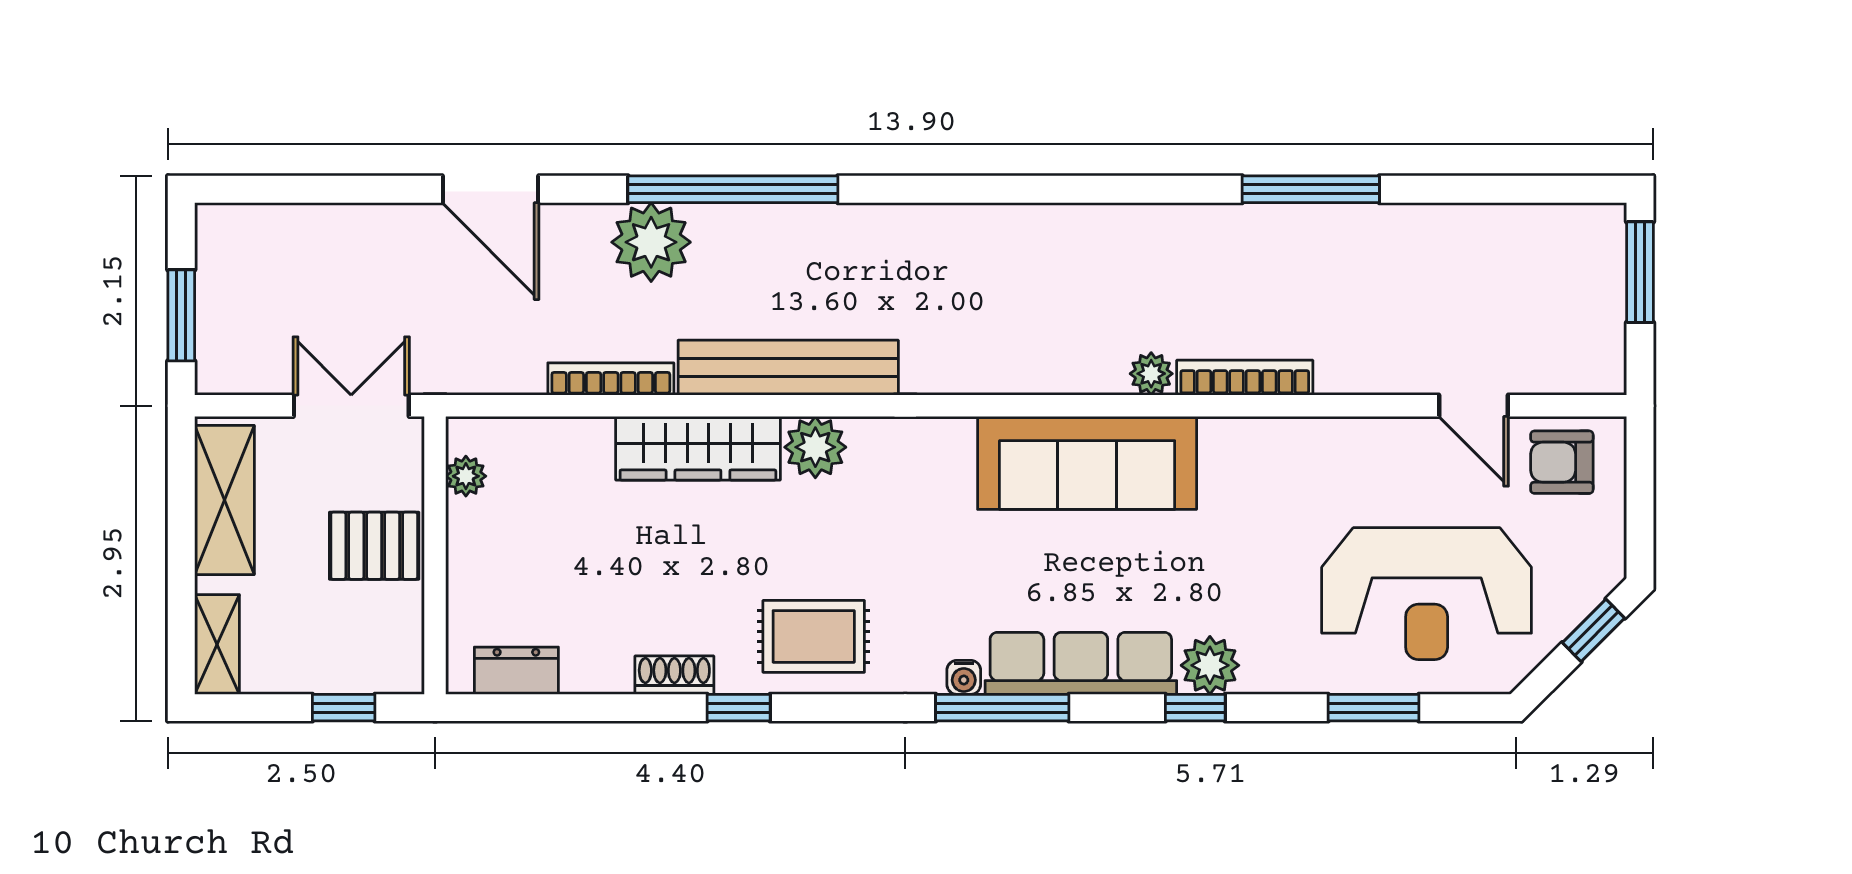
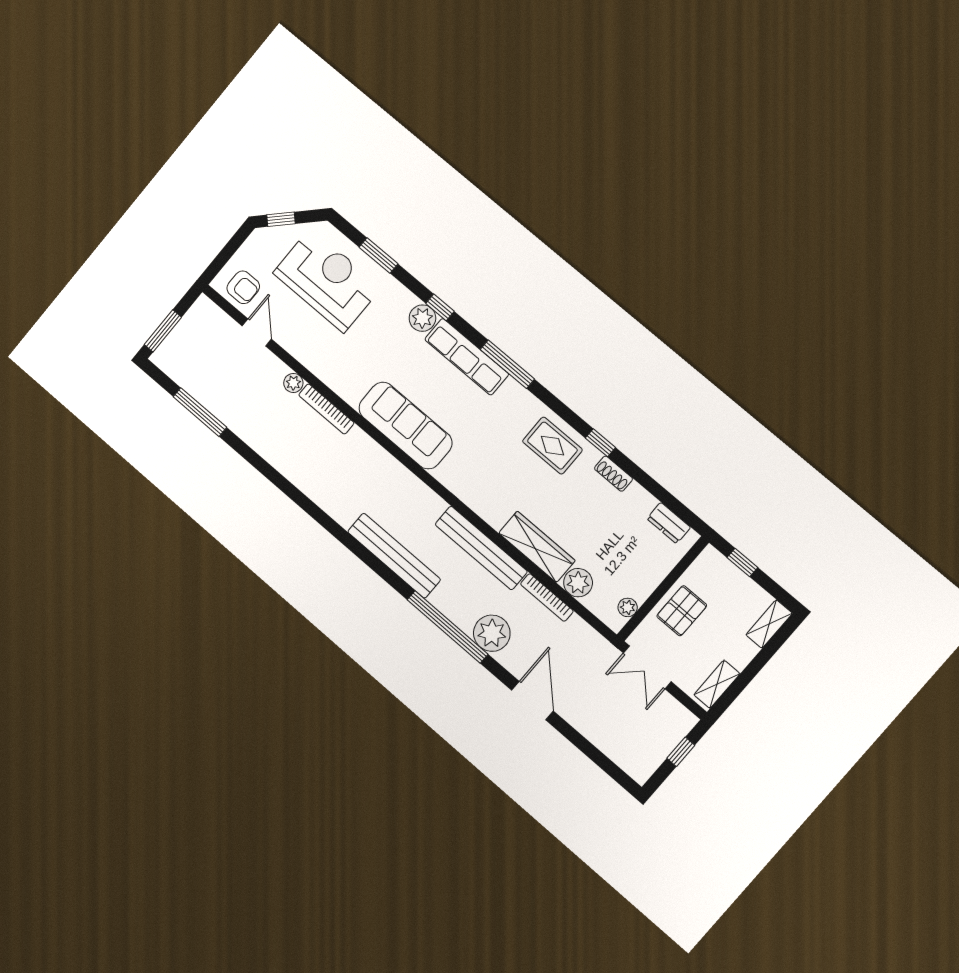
window: (1311, 189) -> (200, 412), moved
bench: (922, 231) -> (394, 556), added
window: (181, 315) -> (681, 752), width x0.67
plant: (1151, 374) -> (293, 383), moved
plant: (815, 447) -> (578, 583), moved
shelving: (224, 500) -> (717, 684), width x0.67, depth x0.75
pallet: (374, 546) -> (682, 611), turned 90
water cooler: (964, 677) -> (512, 386), removed

